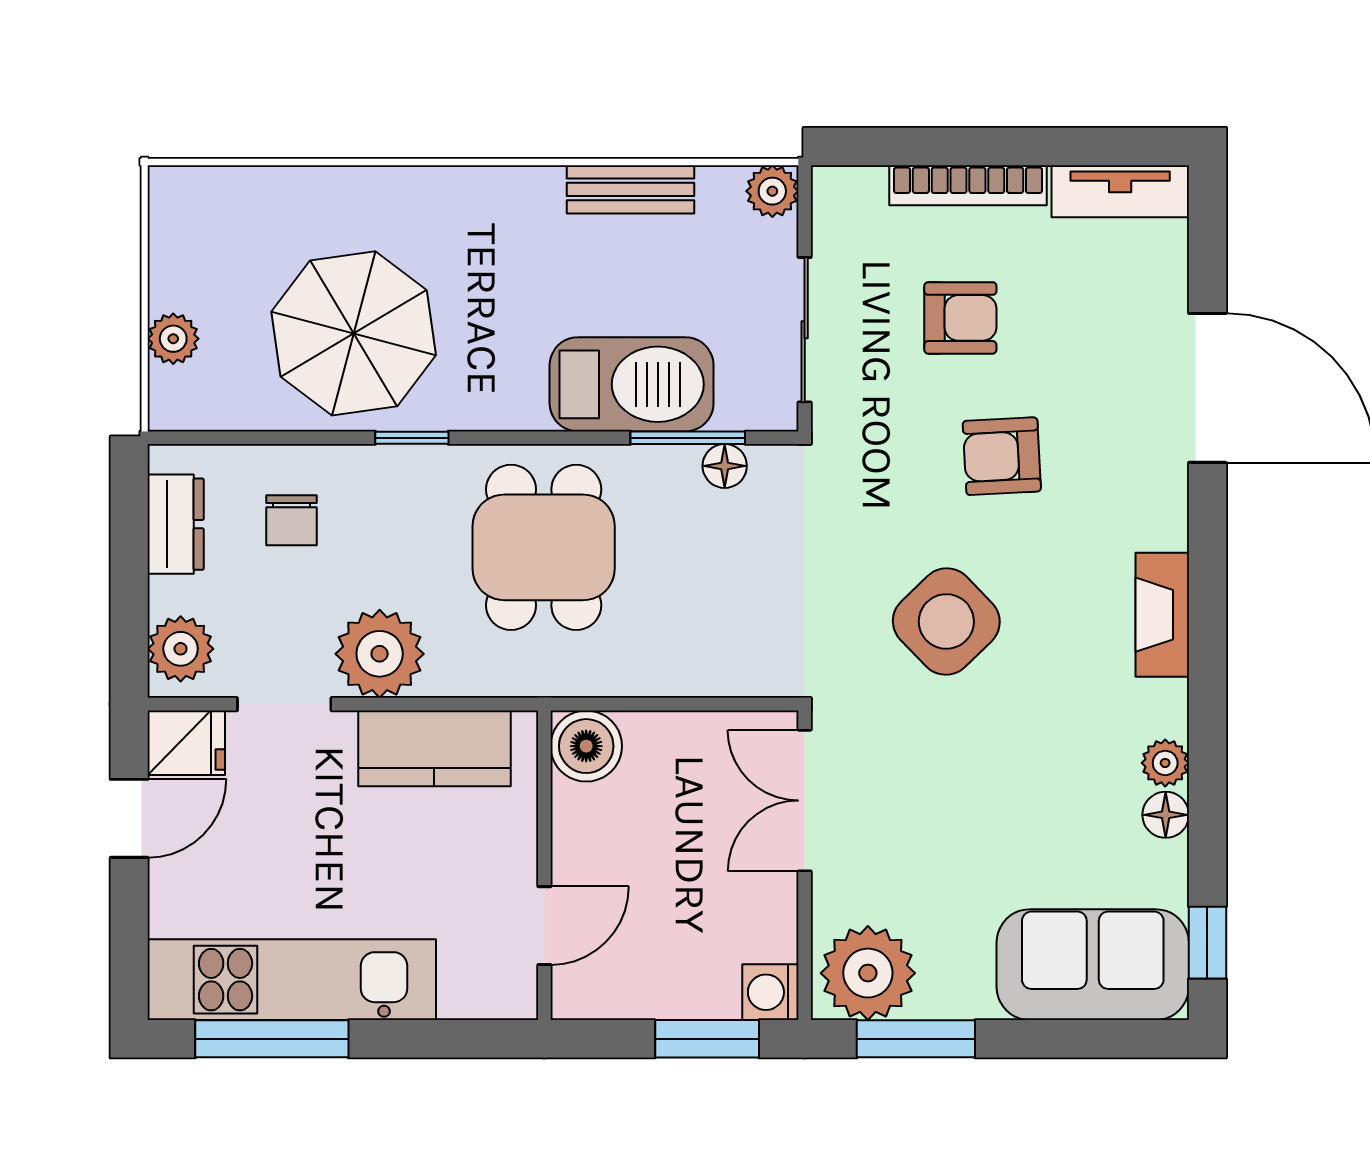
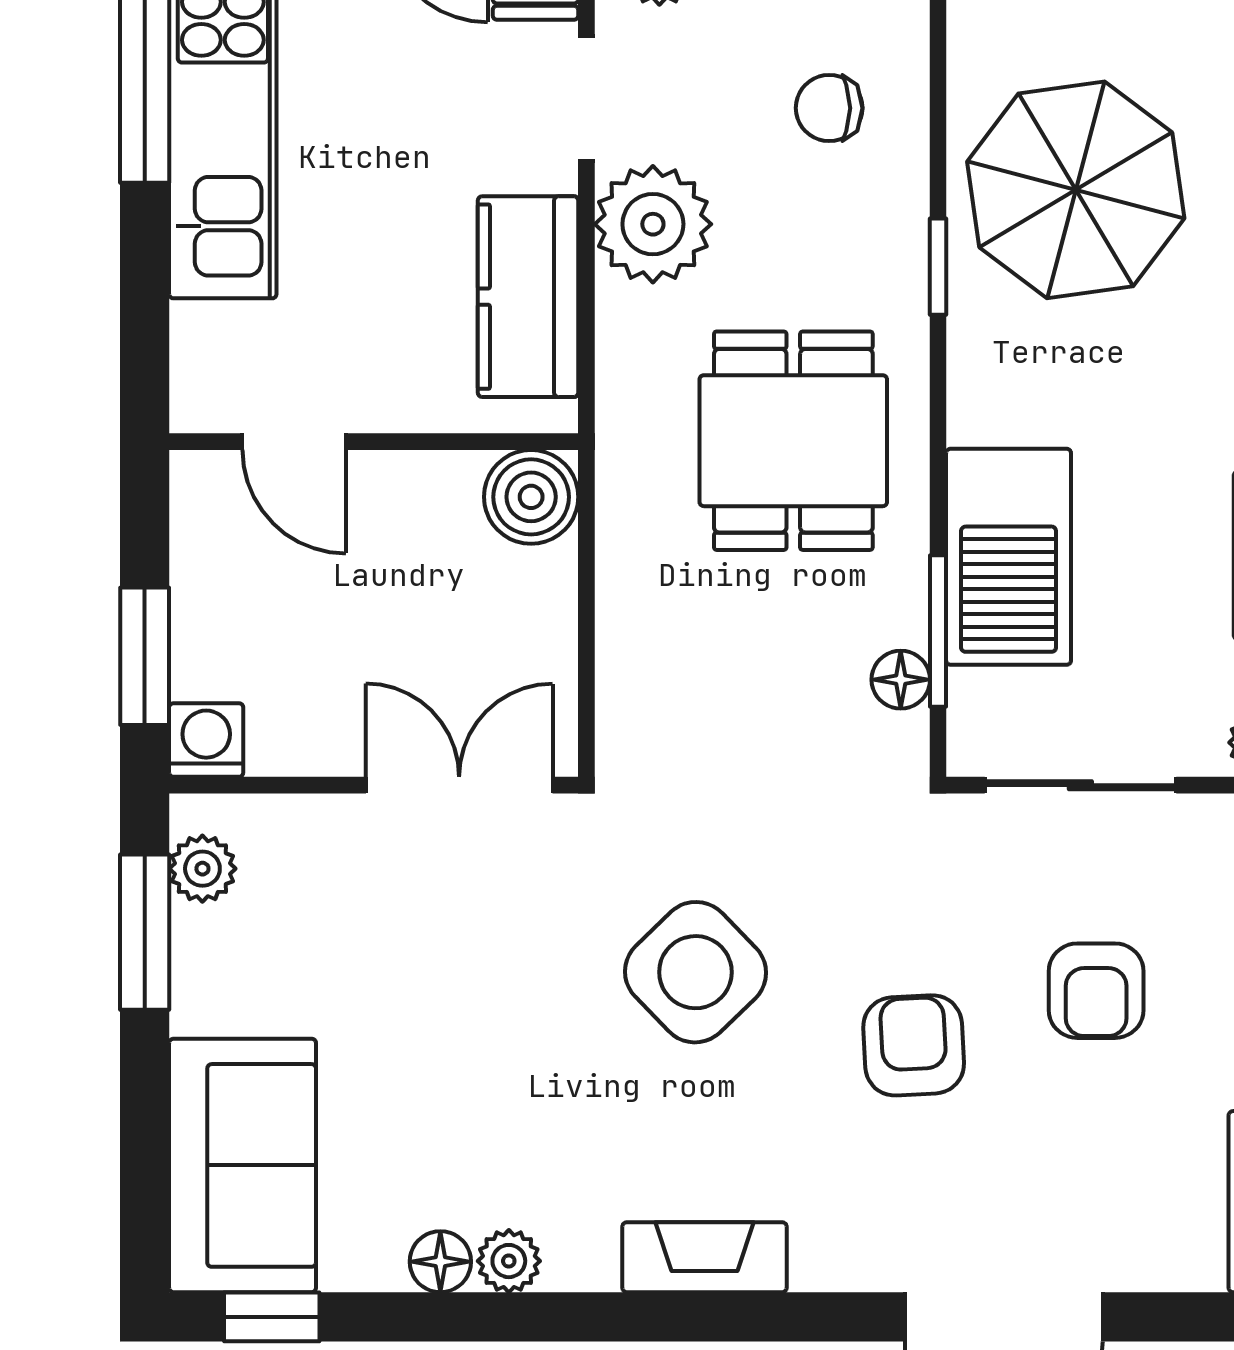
dining table: (544, 547) -> (793, 441), turned 90
plant: (868, 973) -> (202, 869), width x0.53, depth x0.53

